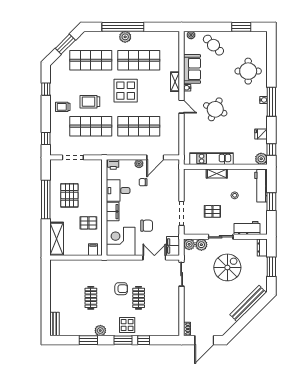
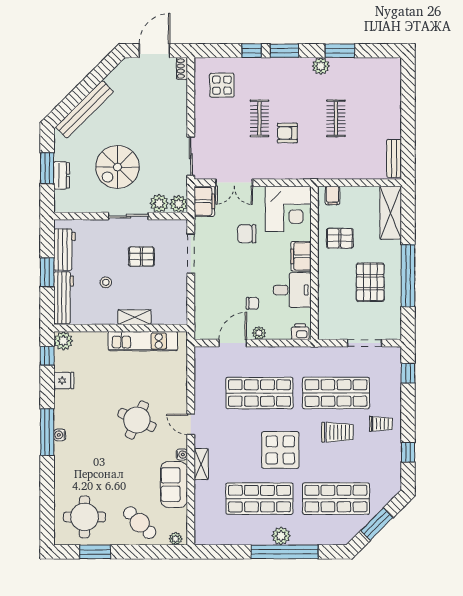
round table: (248, 71) -> (84, 517), moved
workbench: (247, 228) -> (65, 250), moved, turned -90
dresser: (262, 247) -> (62, 175), moved
bench: (55, 324) -> (394, 158), moved
display table: (127, 325) -> (222, 85), moved

